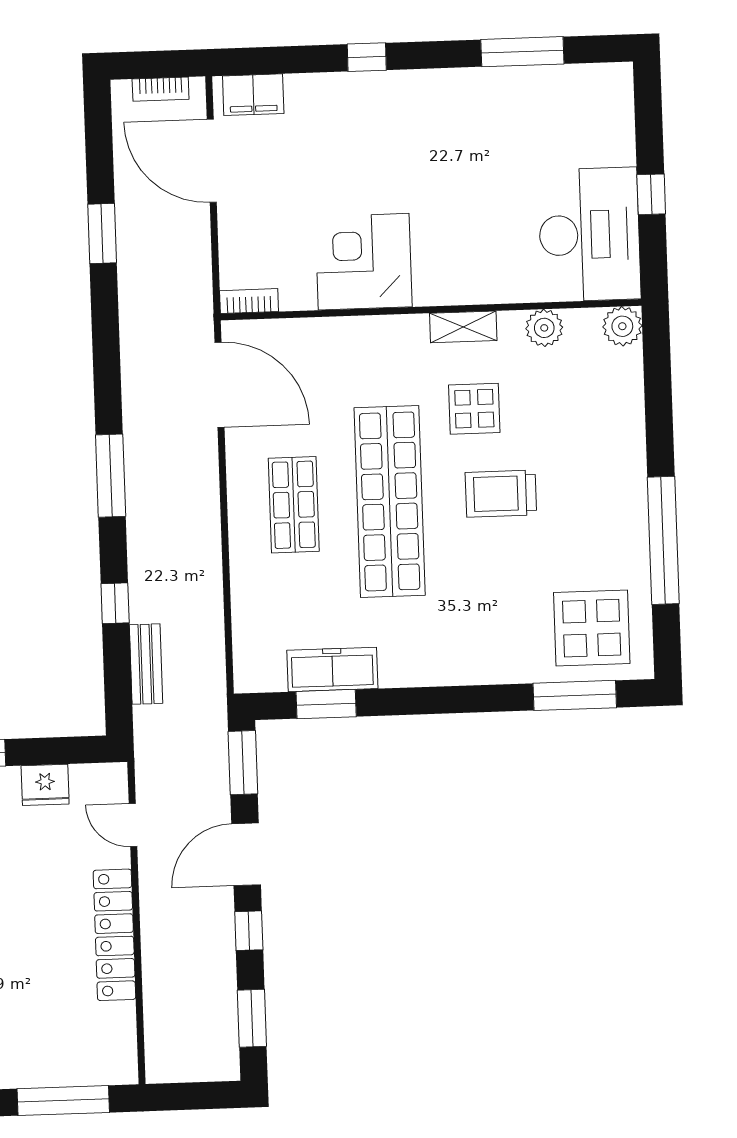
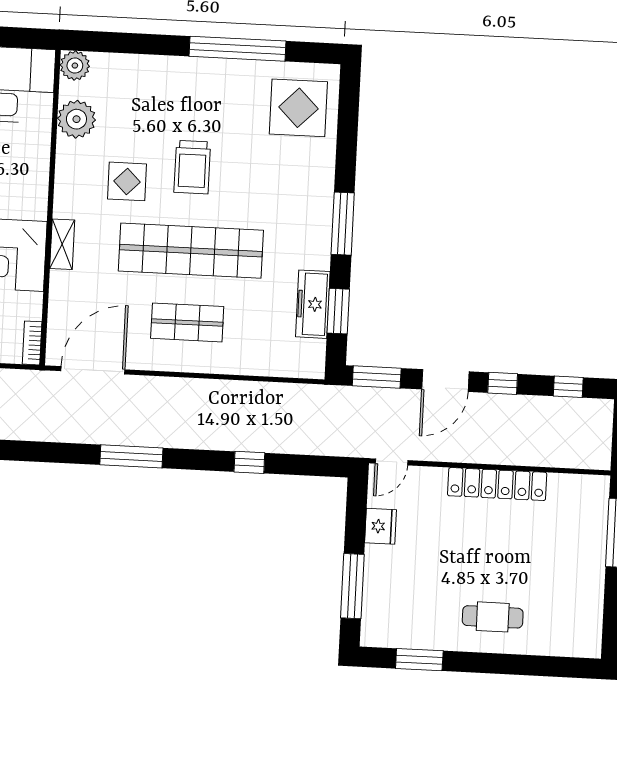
shelving: (463, 327) -> (62, 244), moved
plant: (544, 328) -> (76, 119), width x1.36, depth x1.36
window: (111, 476) -> (131, 456), moved
bench: (146, 664) -> (297, 443), removed
window: (575, 695) -> (343, 224), moved
door: (133, 825) -> (392, 462), moved
door: (246, 854) -> (445, 380), hinge flipped
window: (252, 1018) -> (568, 387), width x0.67

